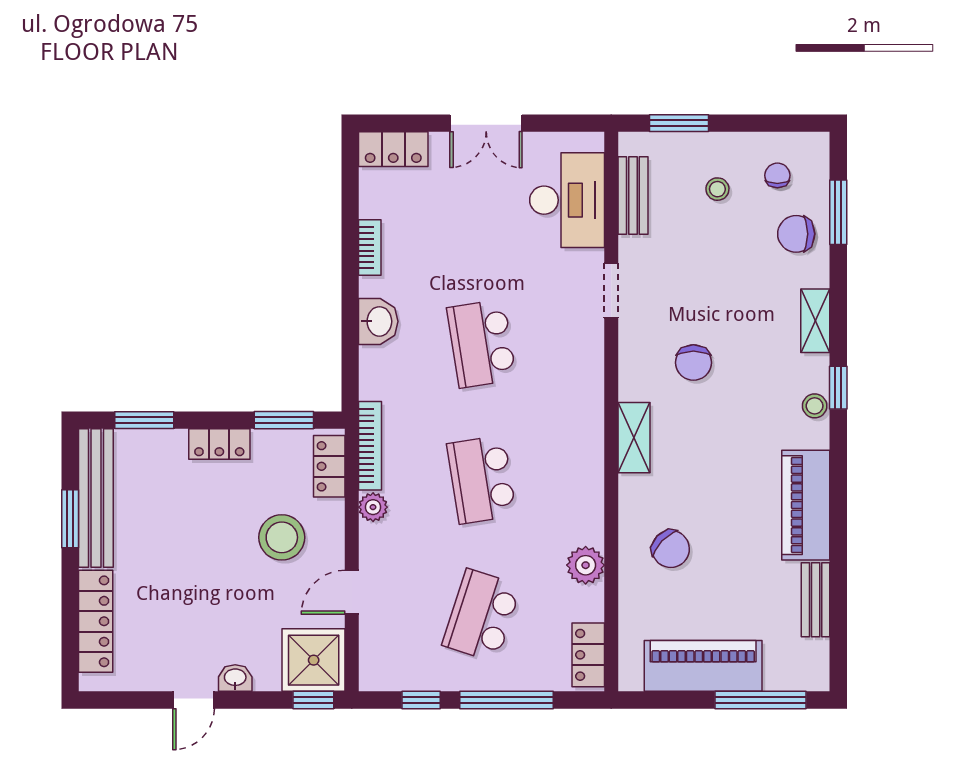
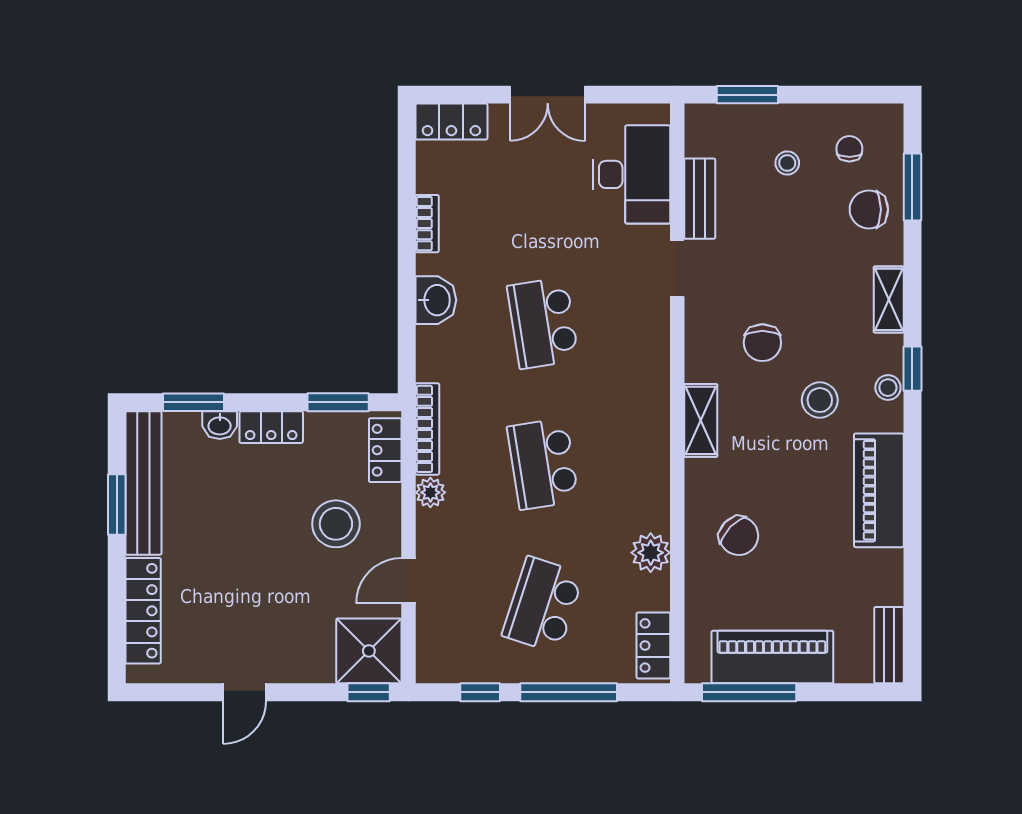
bench: (633, 196) -> (700, 199), moved
stool: (749, 418) -> (820, 400), added
bench: (816, 600) -> (889, 645), moved
washbasin: (235, 678) -> (220, 425), moved, turned 180
window: (760, 700) -> (749, 692), moved

